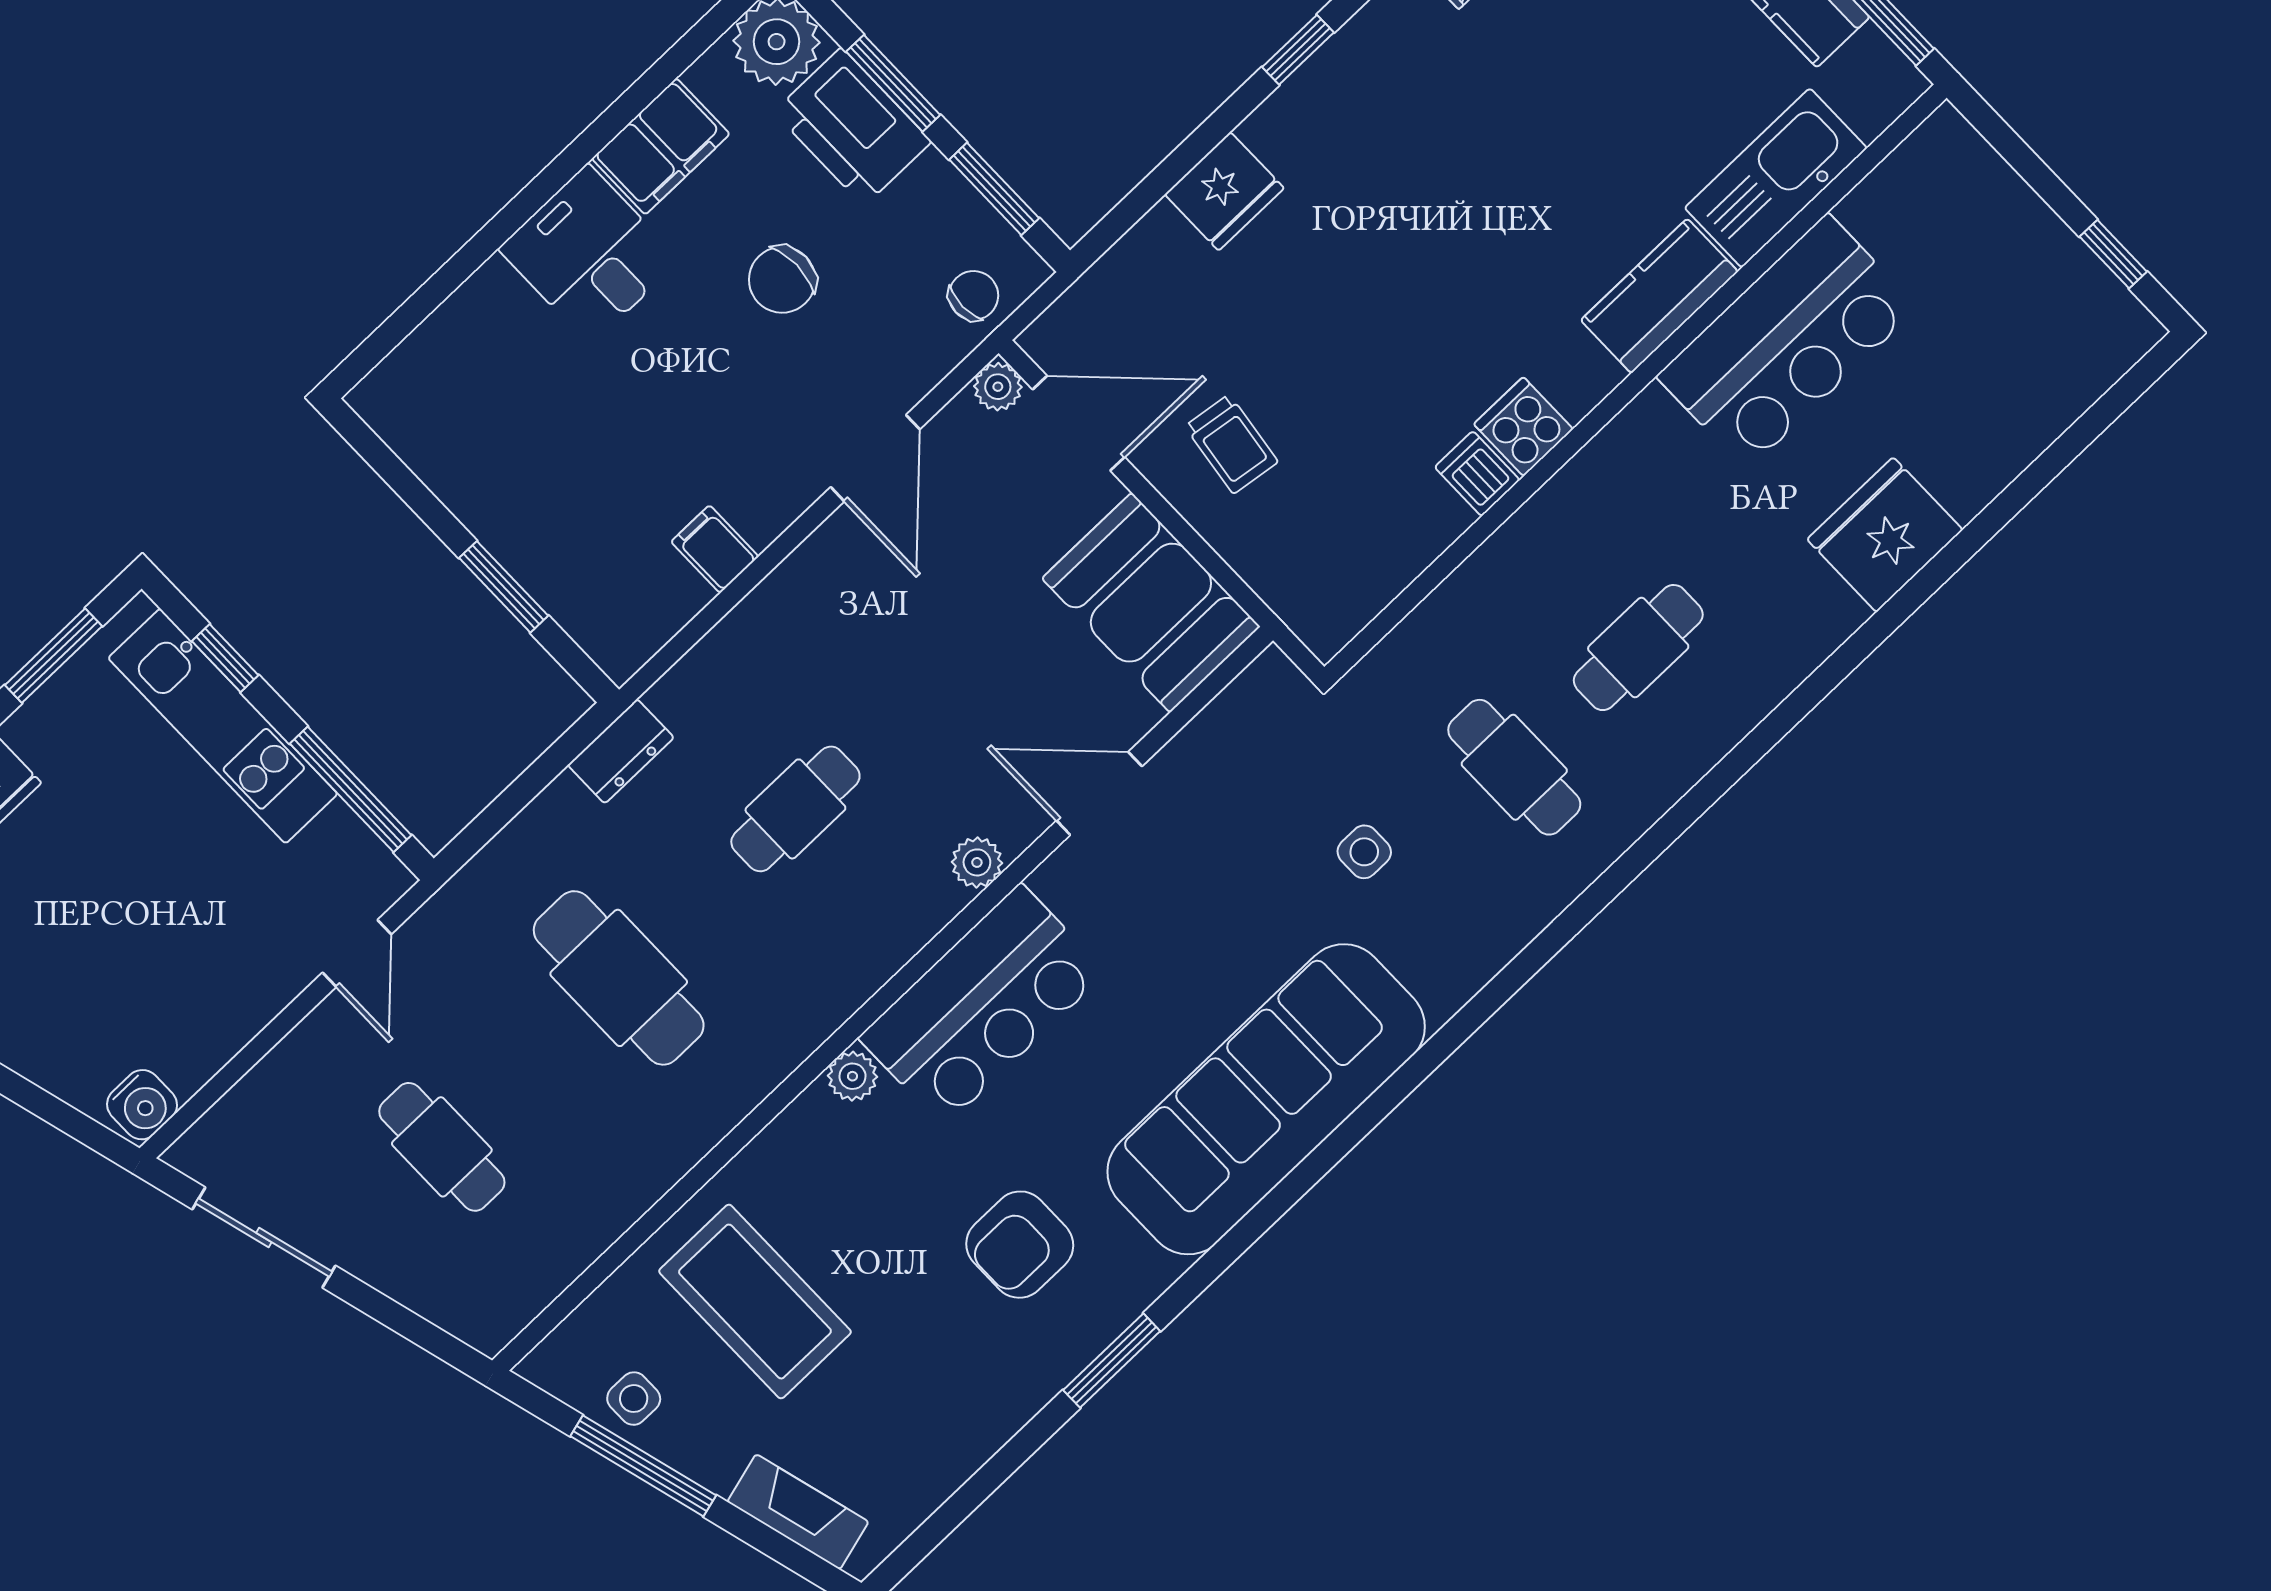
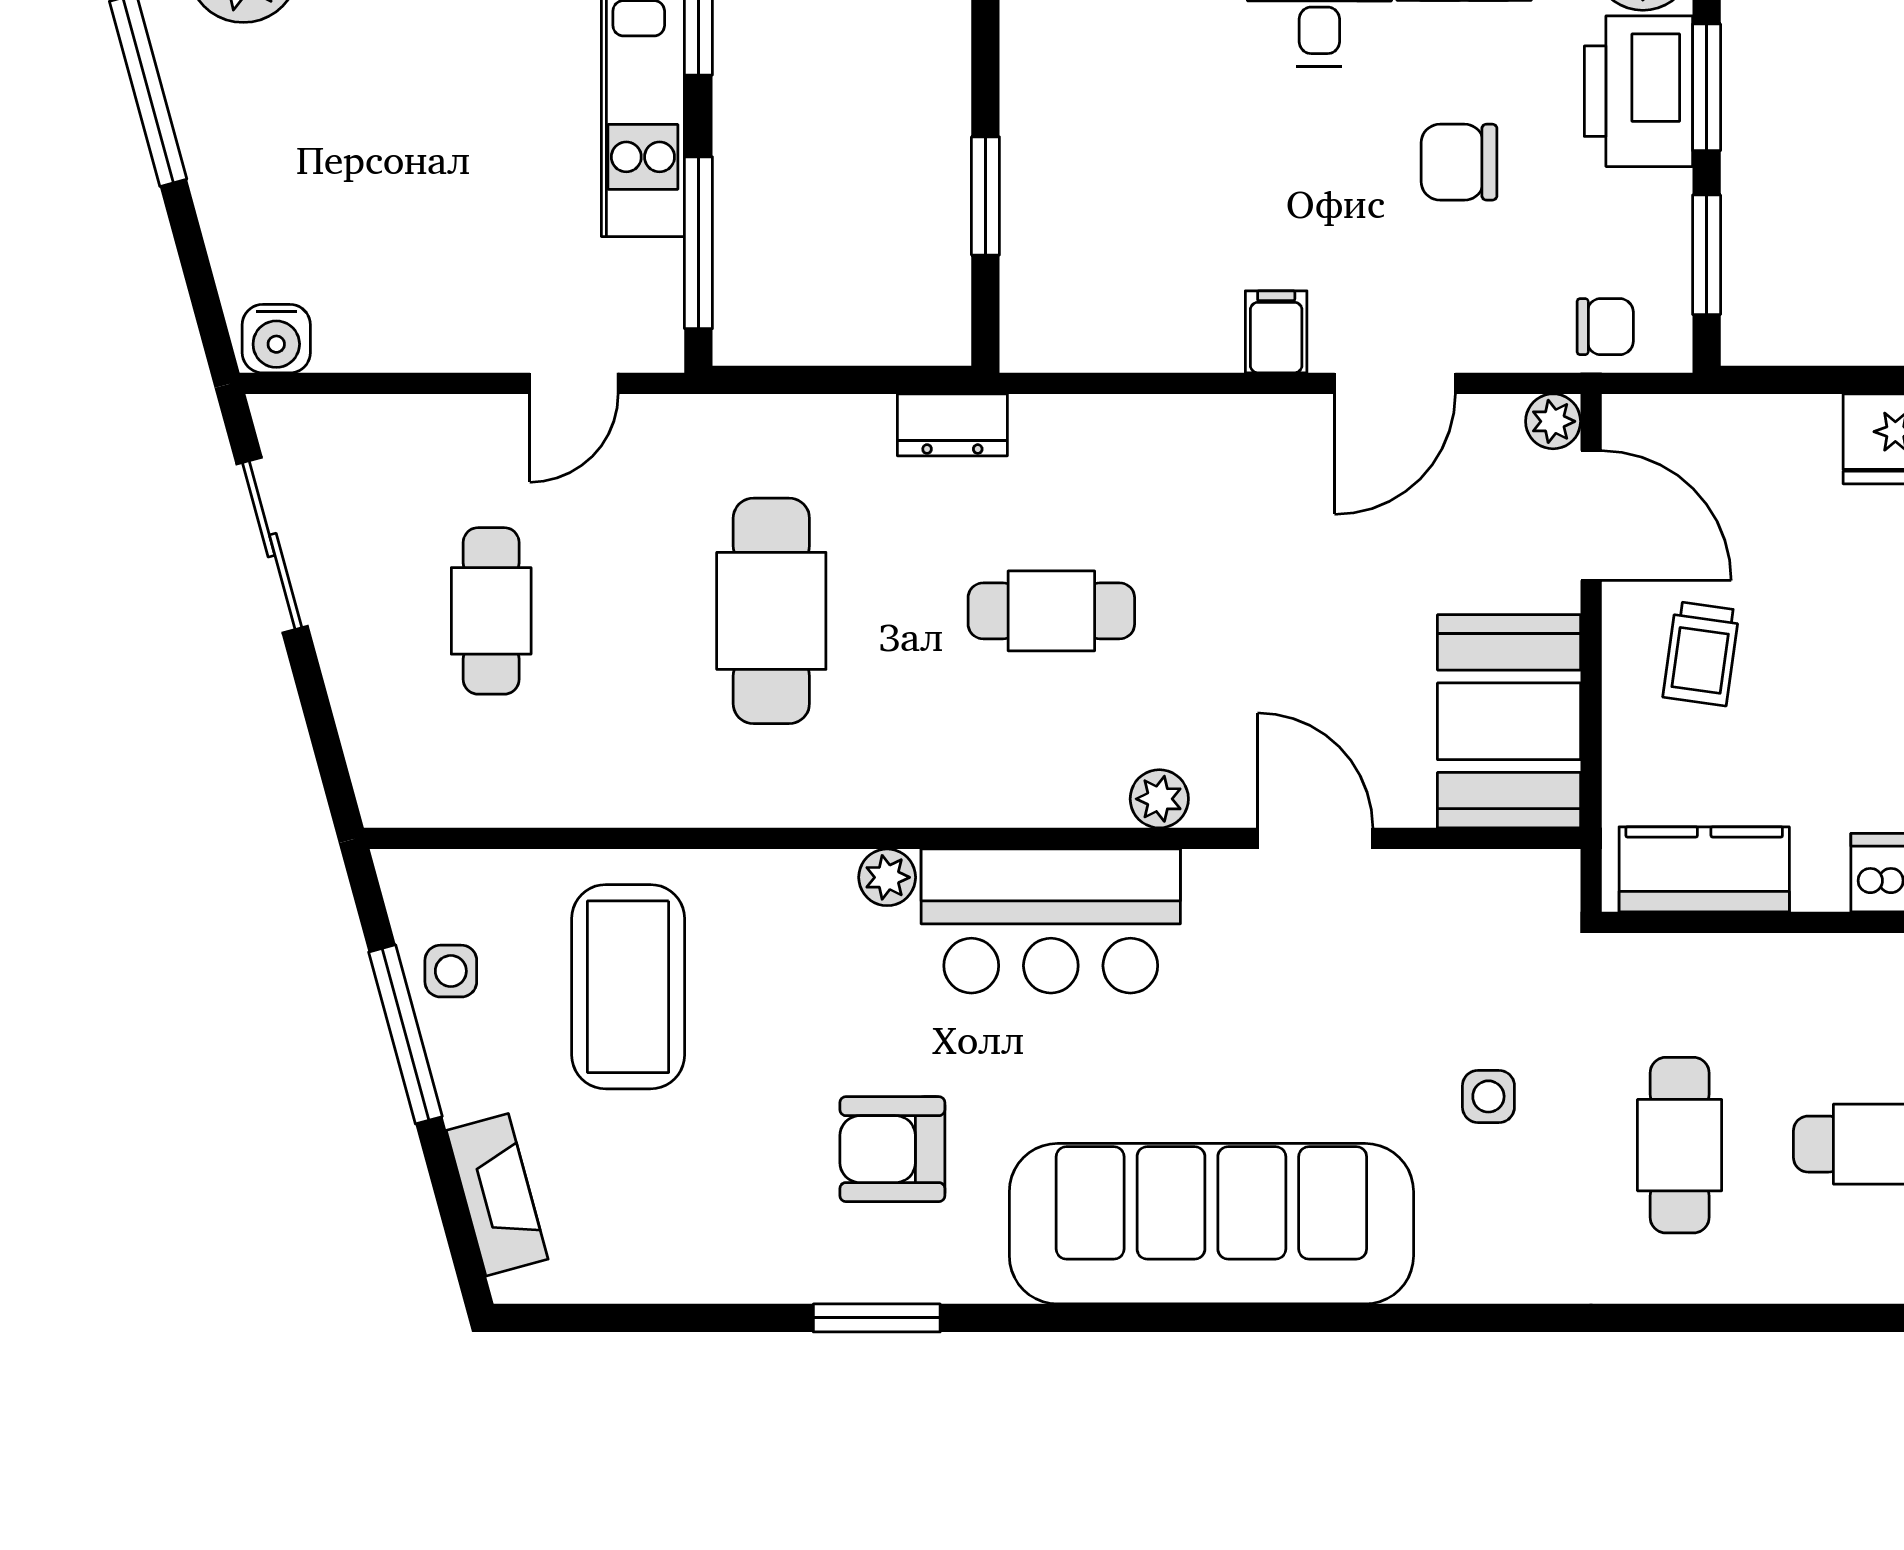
filing cabinet: (715, 549) -> (1276, 332), moved
kitchen counter: (1363, 578) -> (1704, 869), added

